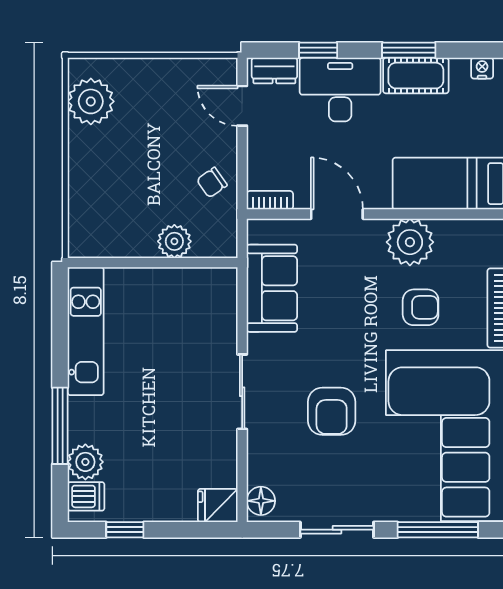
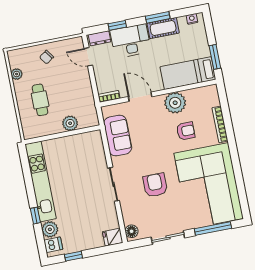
plant: (91, 101) -> (17, 74), width x0.53, depth x0.53
cafe table: (119, 178) -> (40, 100), added
chair: (212, 183) -> (46, 57), moved
kitchen unit: (86, 331) -> (41, 181), width x1.36
armchair: (332, 411) -> (155, 185), turned 180
window: (60, 426) -> (35, 216), width x0.46

